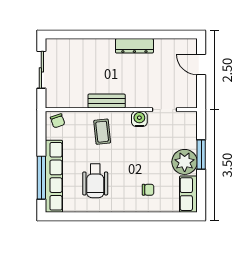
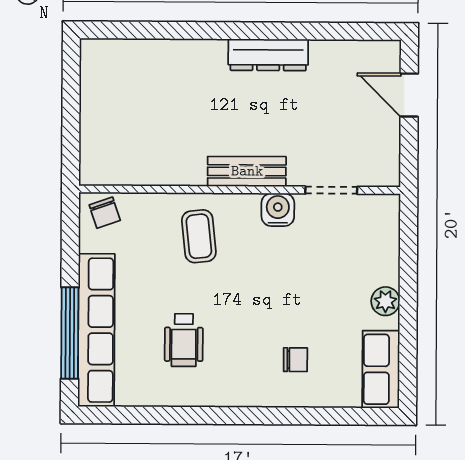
sliding door: (41, 70) -> (71, 105), removed
bench: (107, 101) -> (247, 171), moved
window: (201, 155) -> (408, 286), removed
plant: (185, 162) -> (385, 301), width x0.53, depth x0.53
wheelchair: (95, 181) -> (184, 340), width x0.73, depth x0.73

